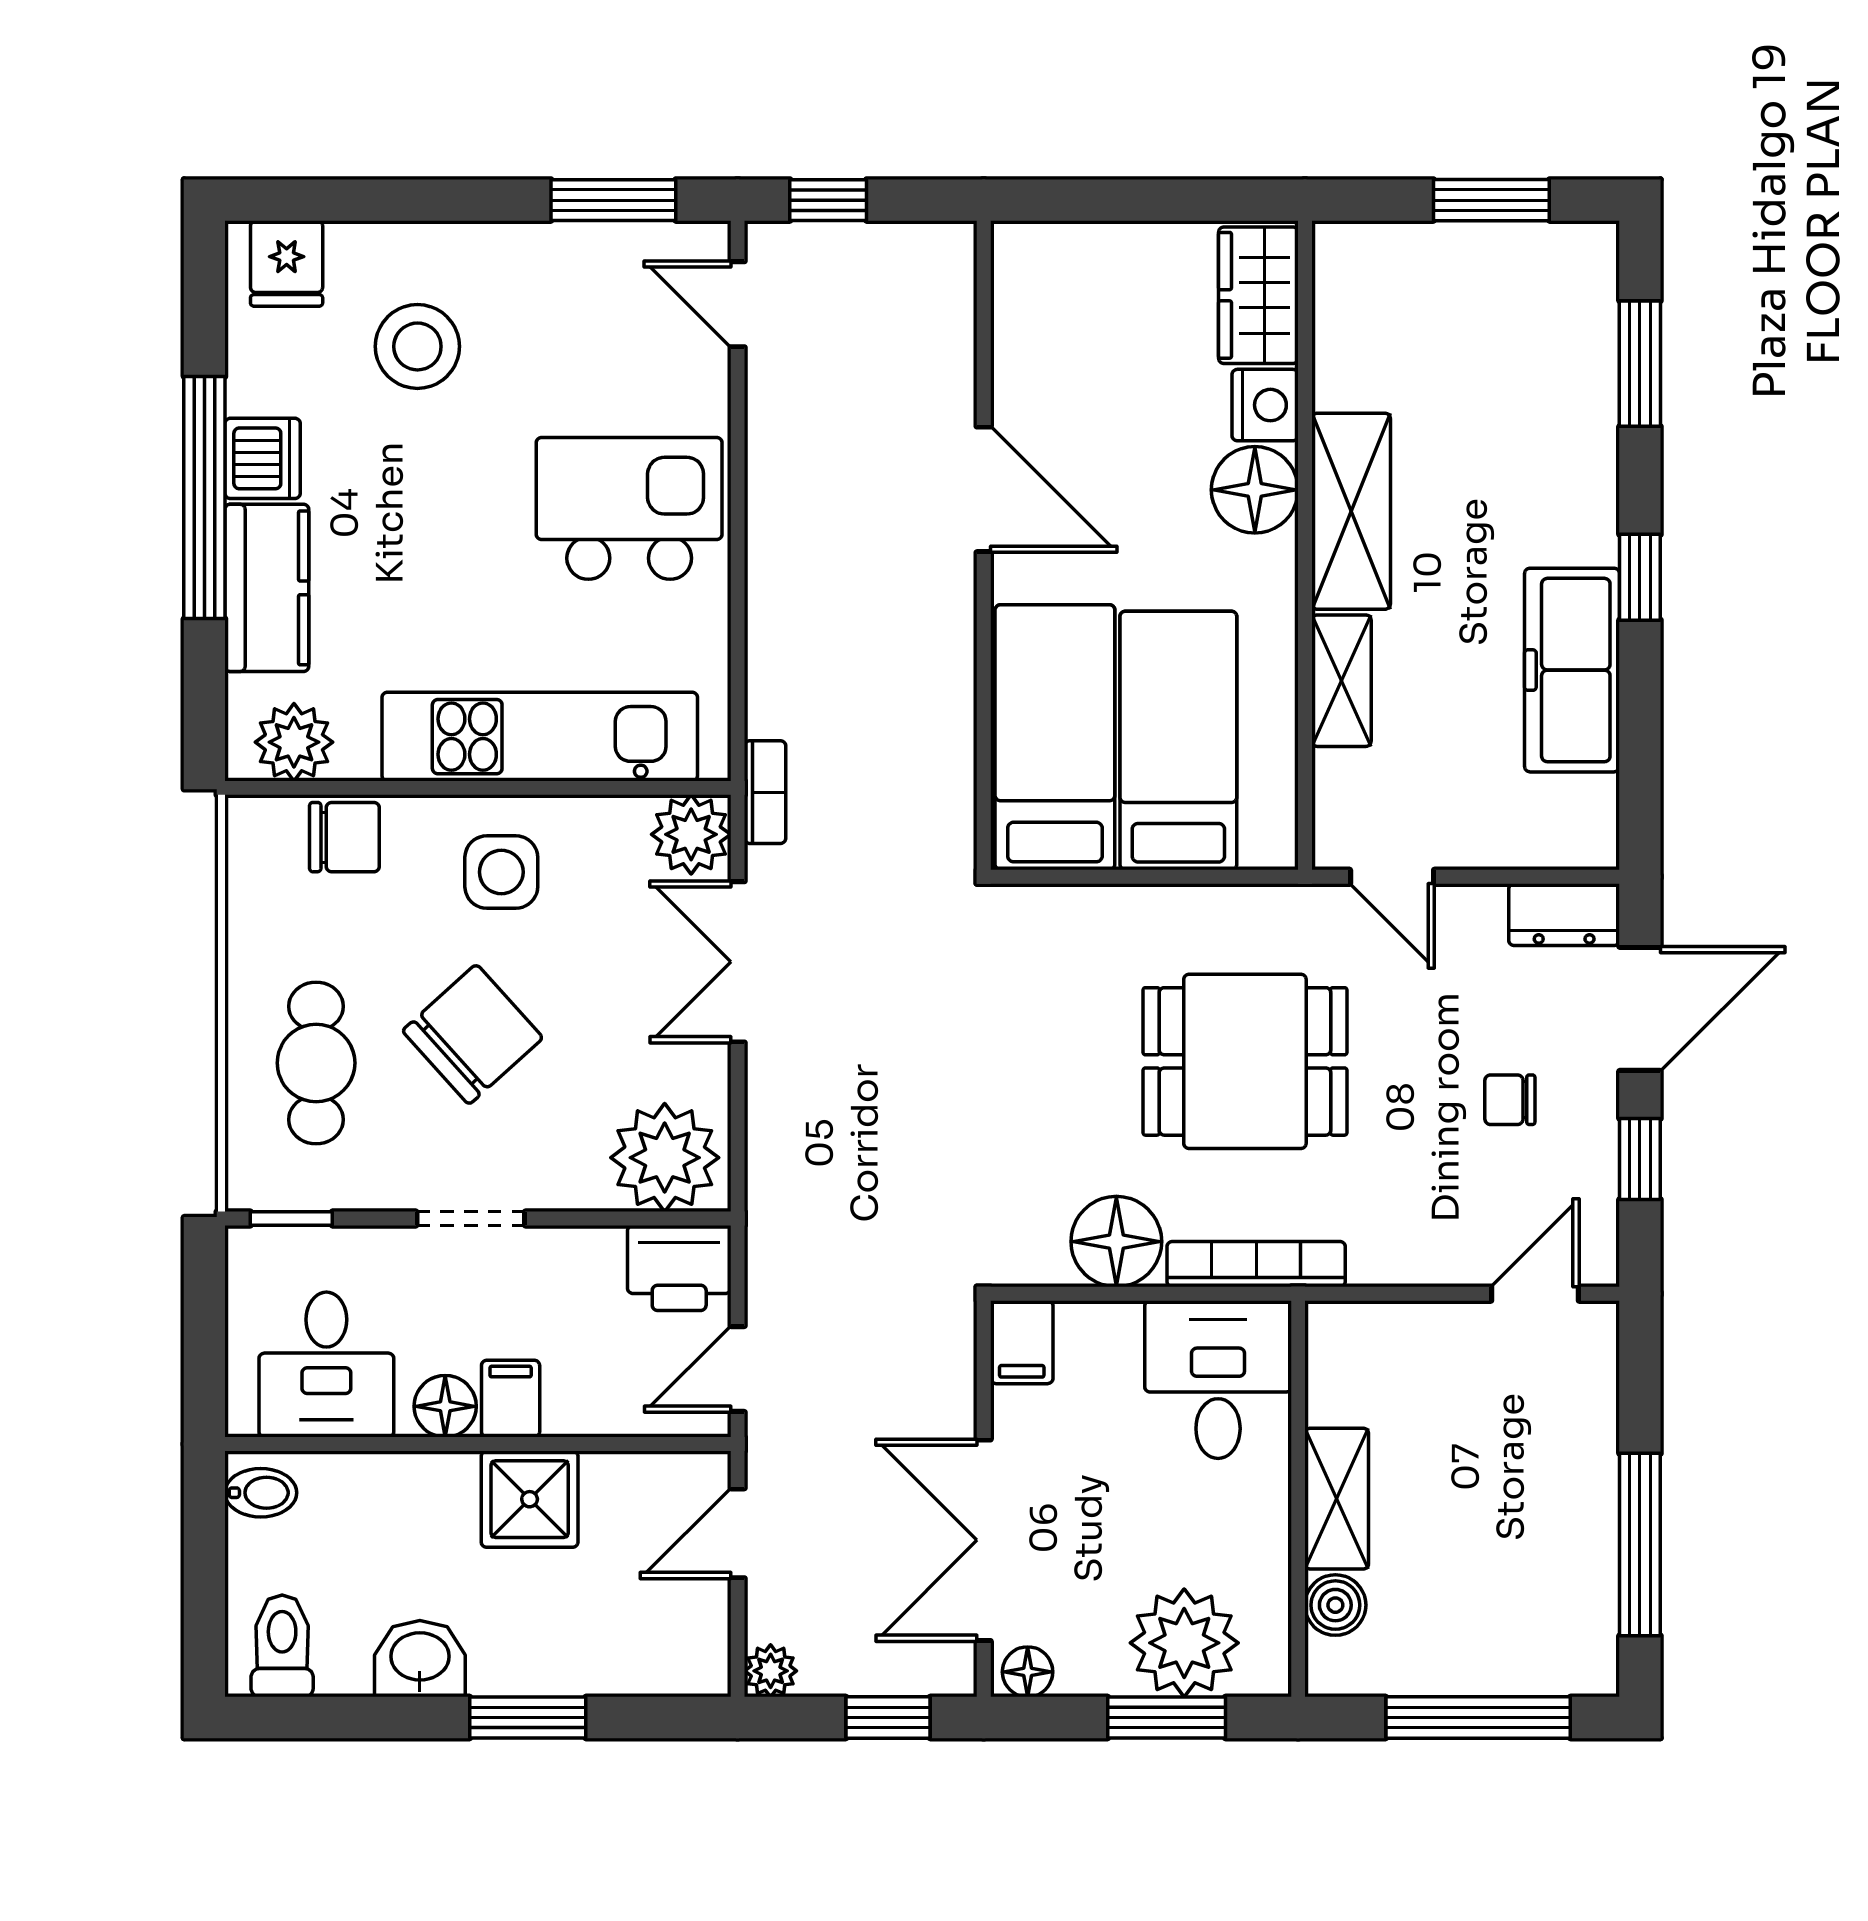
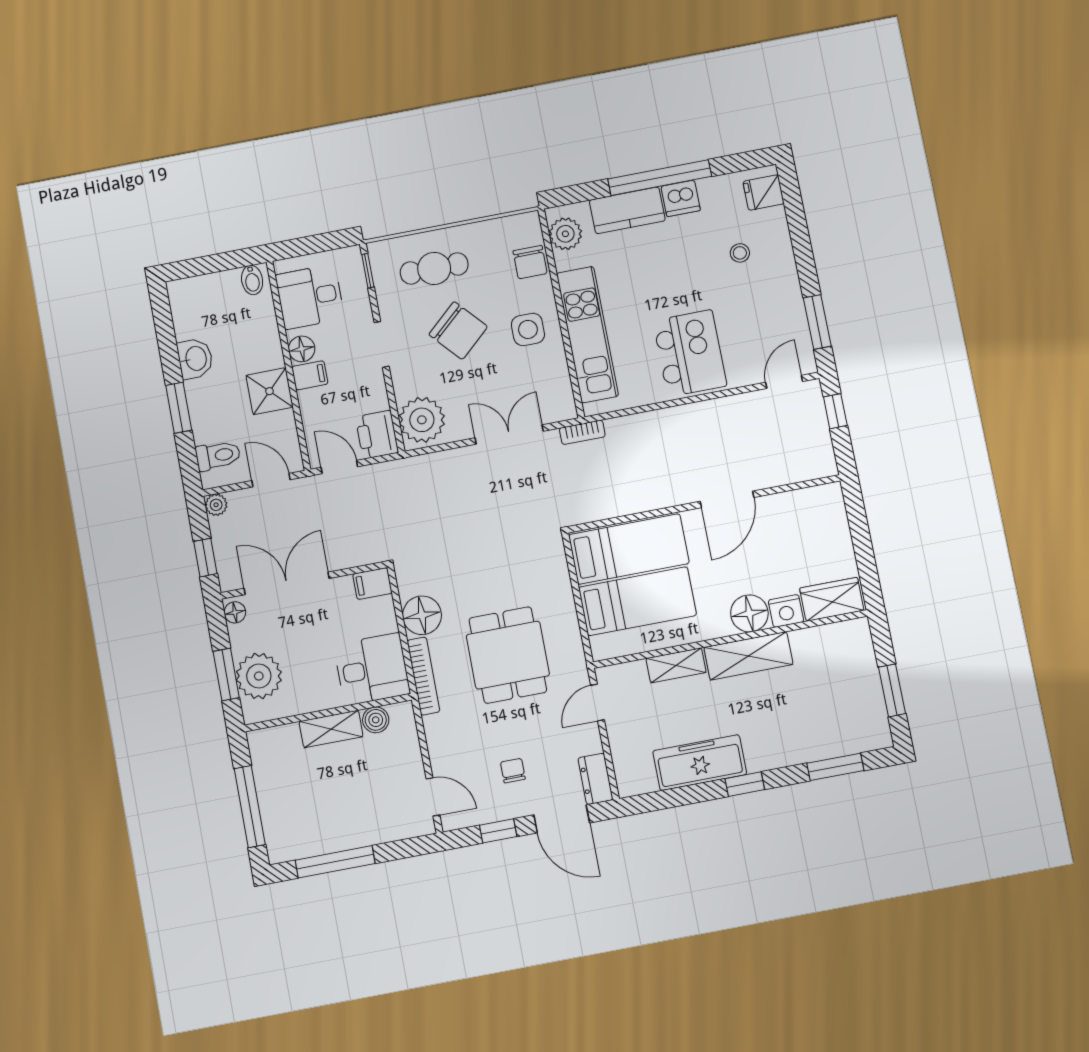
stool: (417, 346) -> (740, 253), width x0.53, depth x0.53
plant: (691, 834) -> (559, 405), removed
boiler: (1335, 1605) -> (376, 720), moved
toilet: (282, 1646) -> (218, 456), moved

